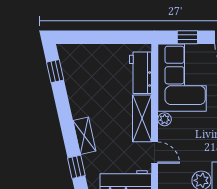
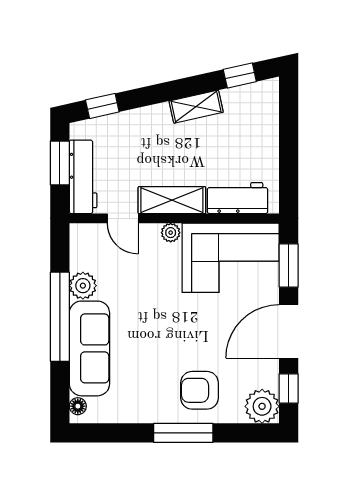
window: (187, 37) -> (289, 265), width x1.50
shelving: (84, 136) -> (196, 107), moved
door: (155, 153) -> (123, 218), hinge flipped

